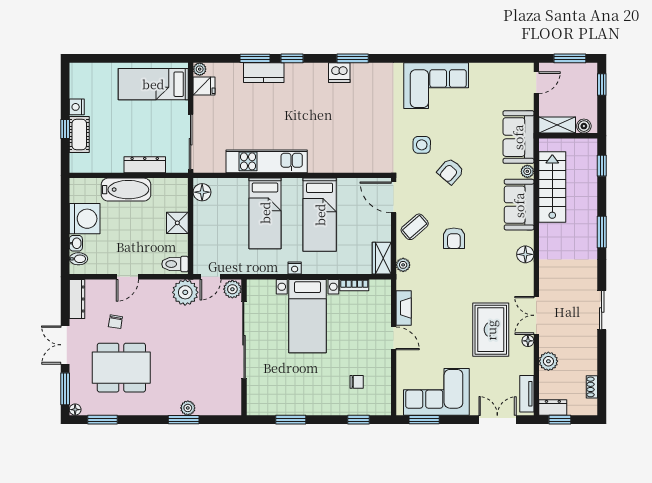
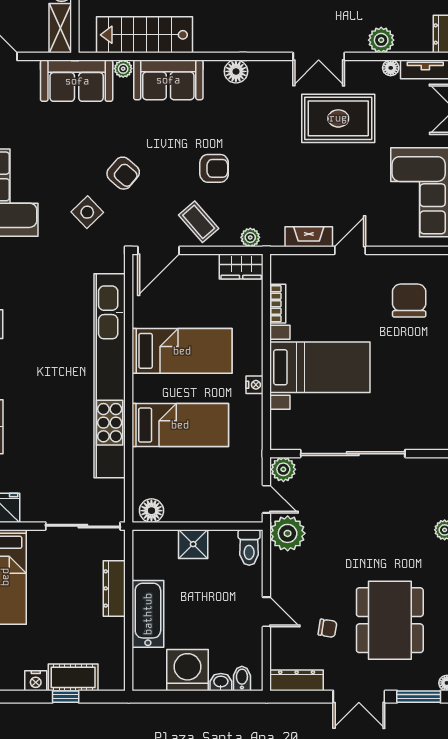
side table: (422, 145) -> (87, 212), turned 45
kitchen unit: (267, 161) -> (110, 376), width x1.86
floor lamp: (528, 341) -> (391, 68), moved
chair: (357, 382) -> (409, 301), width x1.87, depth x1.87

